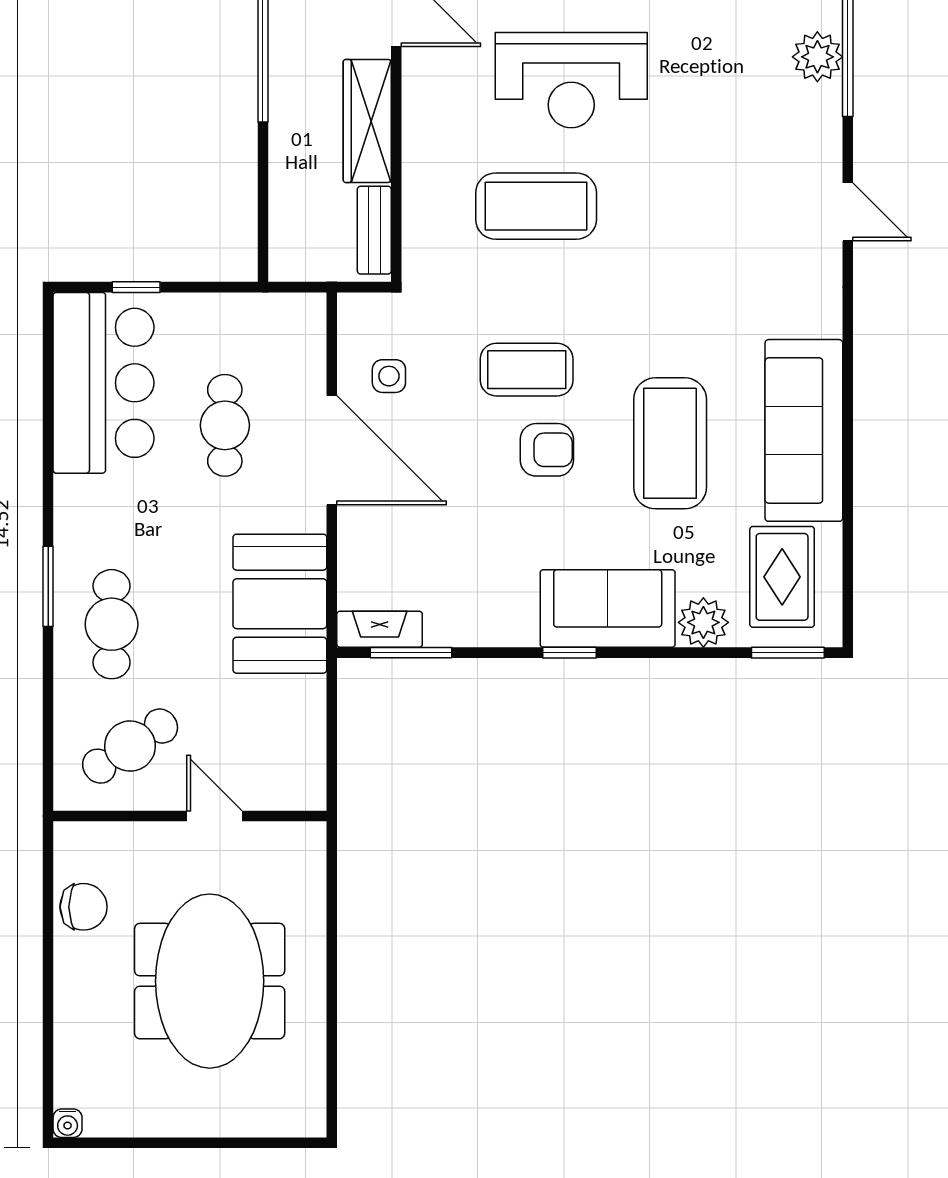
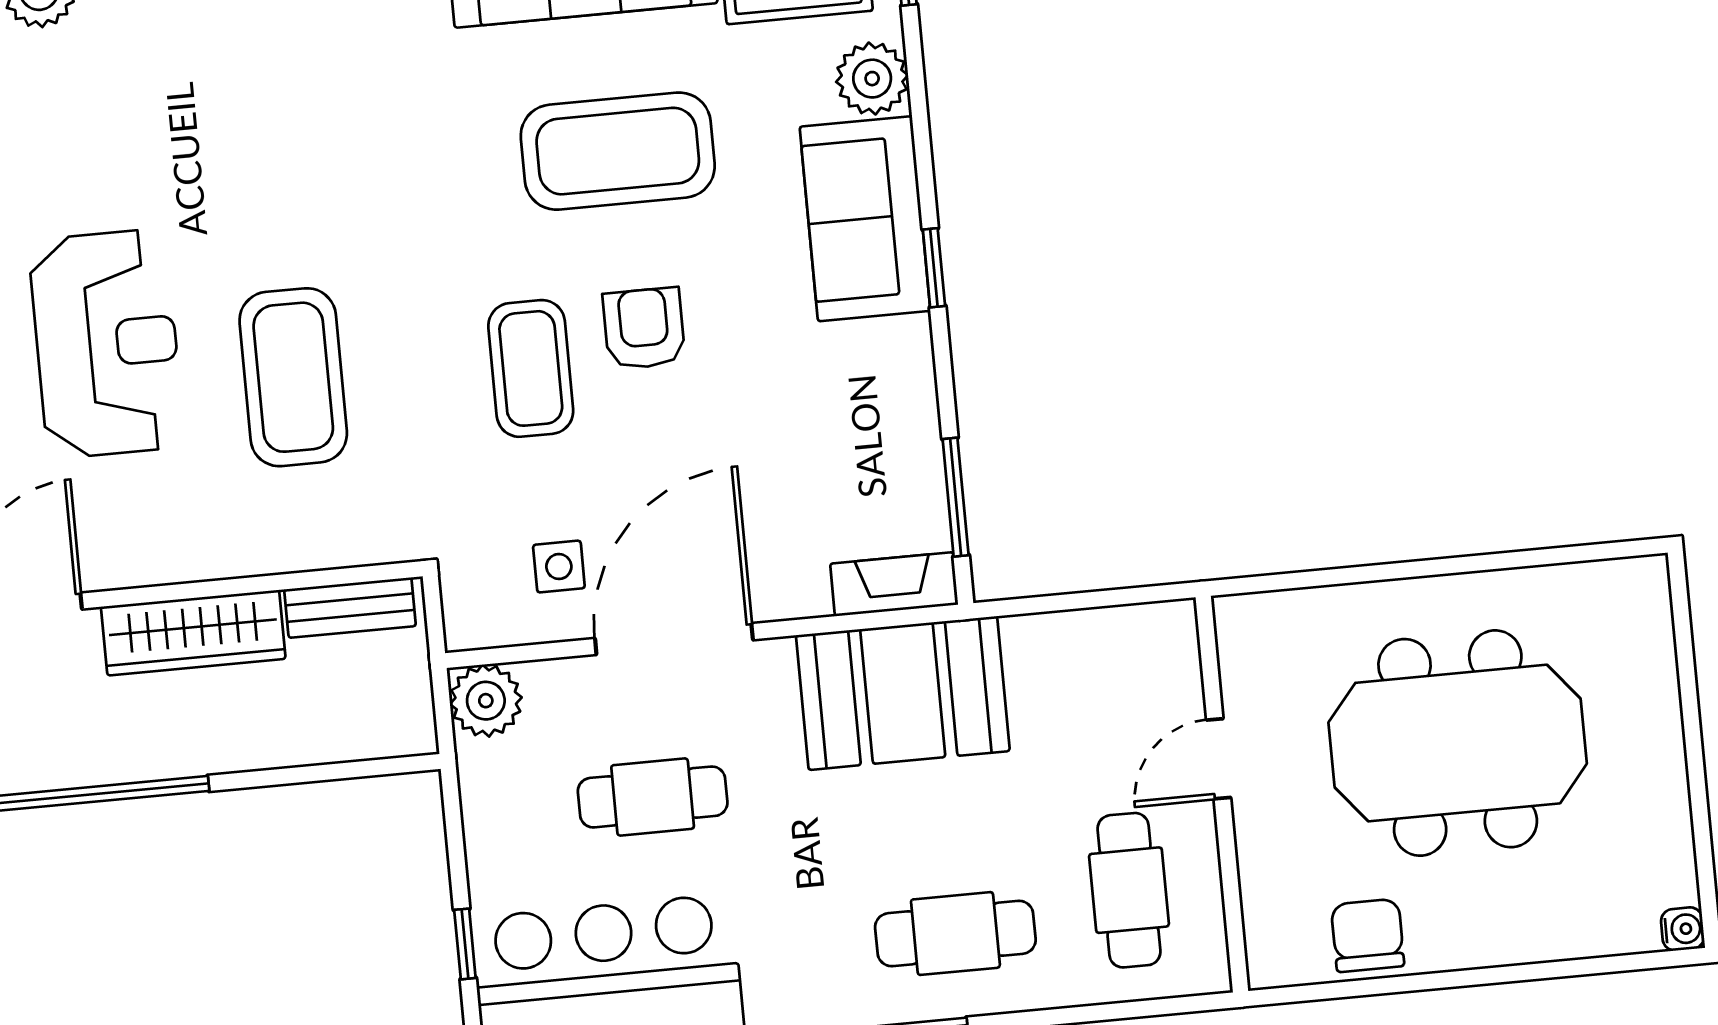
plant: (302, 317) -> (486, 701), added
fireplace: (380, 629) -> (894, 584), moved, turned 90
cafe table: (130, 746) -> (1129, 890), turned 33

